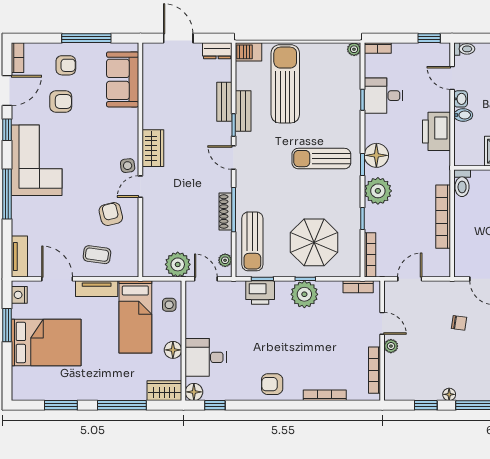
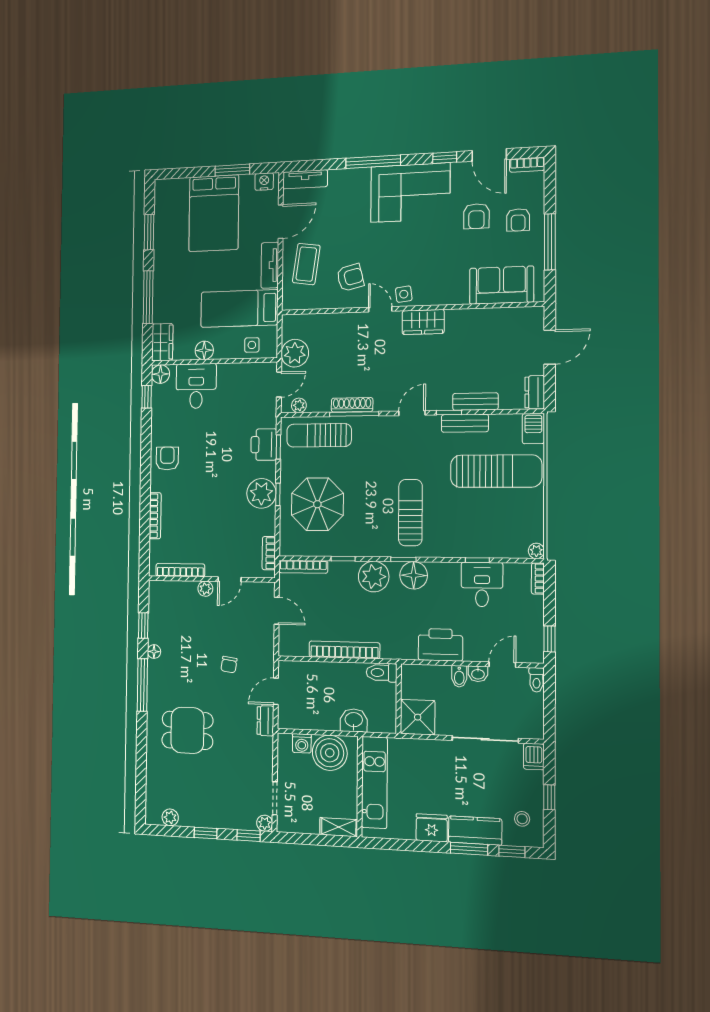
coffee table: (97, 255) -> (306, 264), width x1.36, depth x1.30

